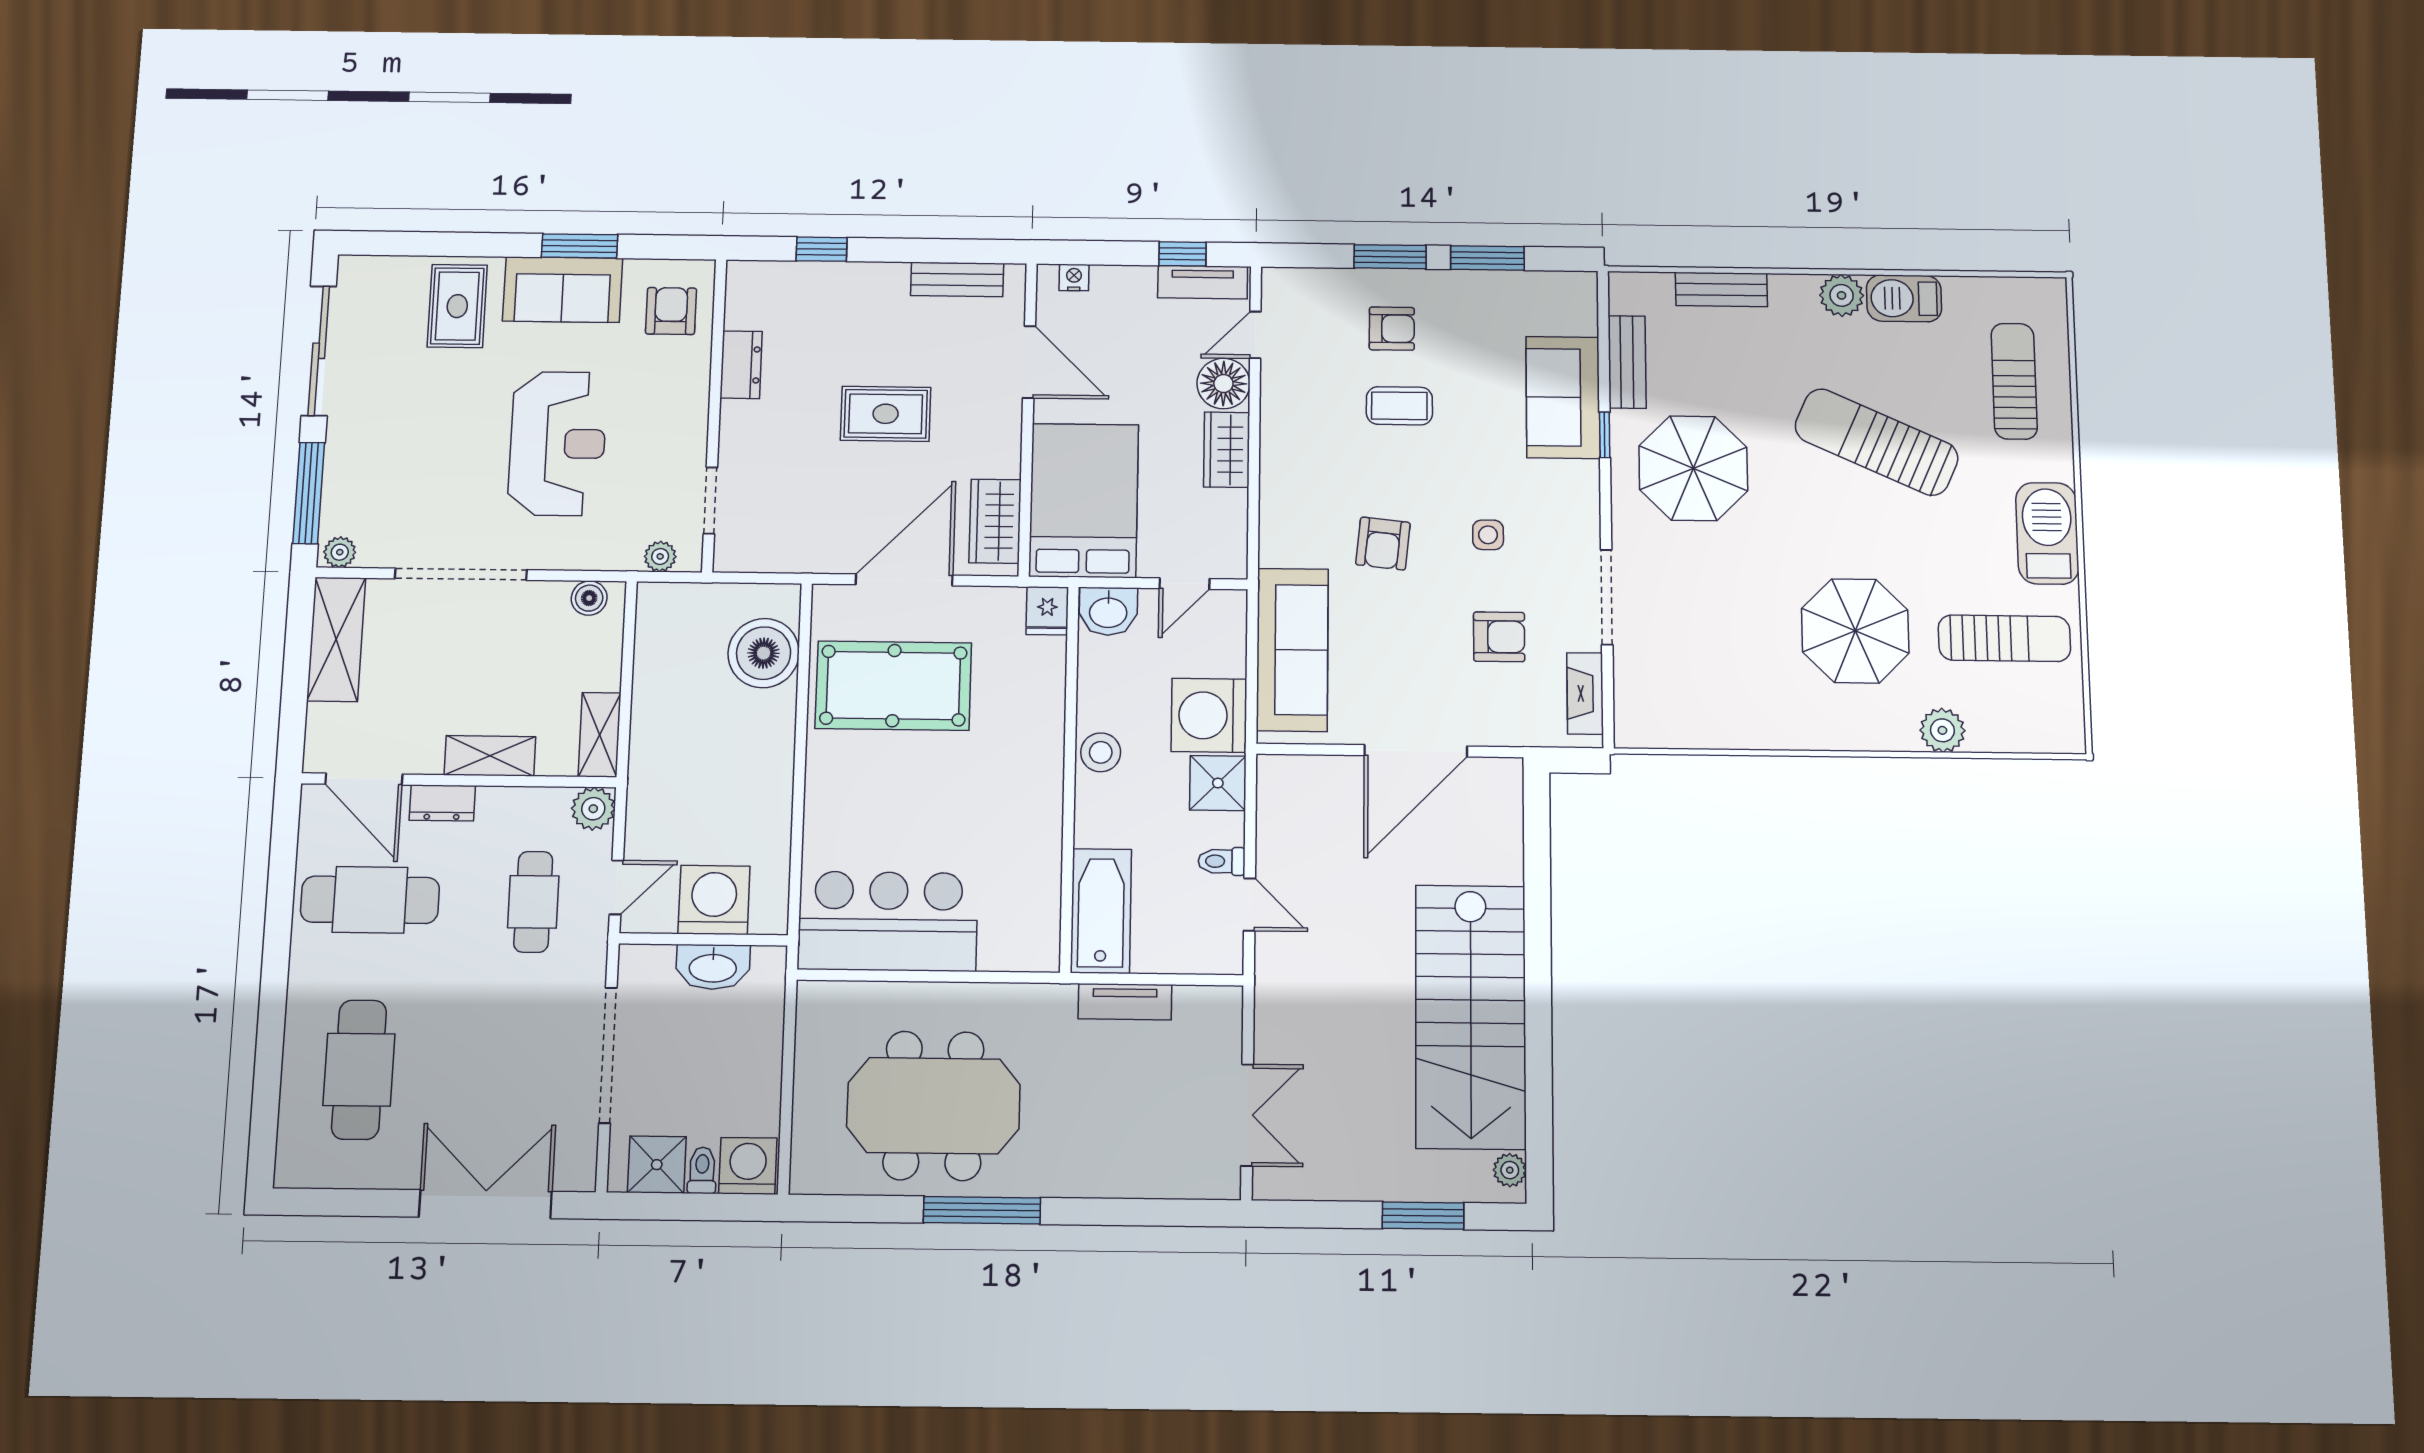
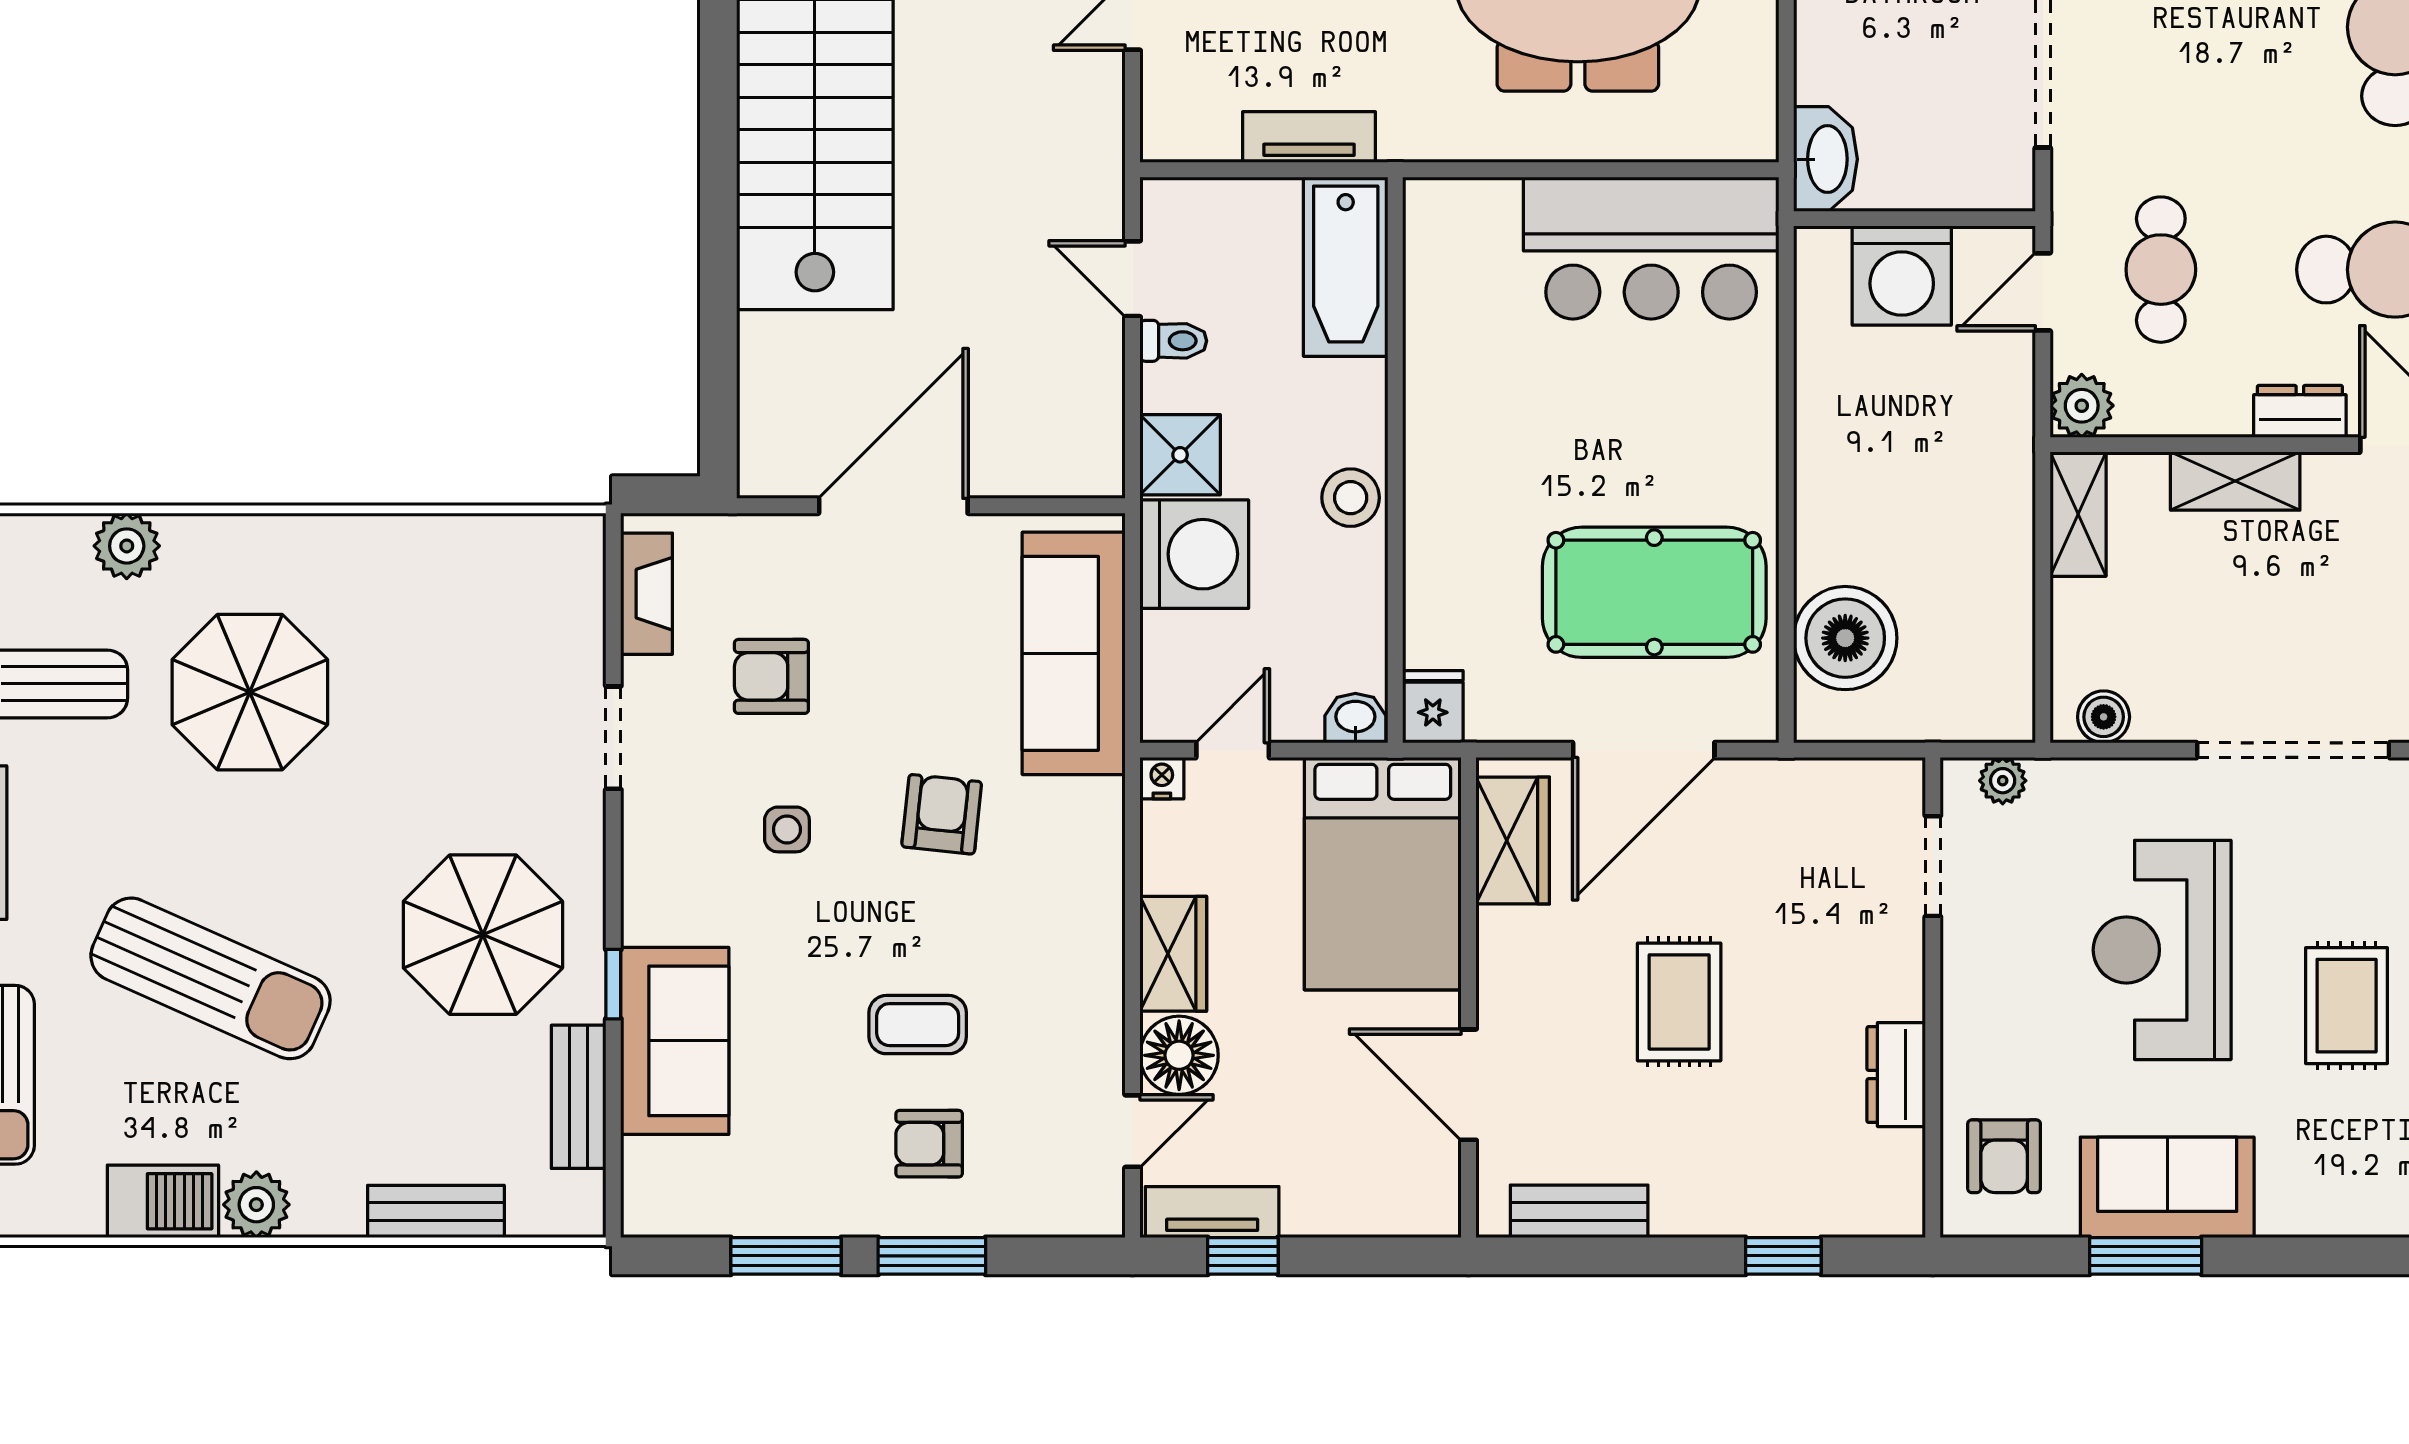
nightstand: (1074, 277) -> (1162, 778), moved, turned 180
rug: (457, 306) -> (2347, 1006), moved
rug: (886, 414) -> (1679, 1002), turned 90
doorway: (1607, 597) -> (613, 738), width x0.73
washbasin: (1108, 611) -> (1355, 718), width x0.72, depth x0.69
washbasin: (713, 967) -> (1825, 159), moved, turned 90

